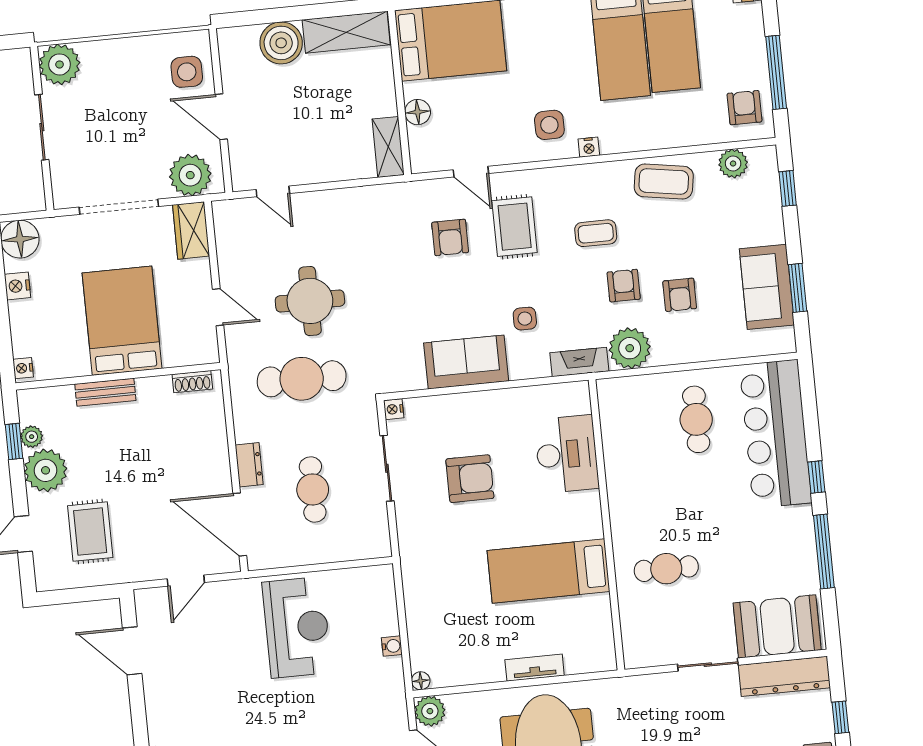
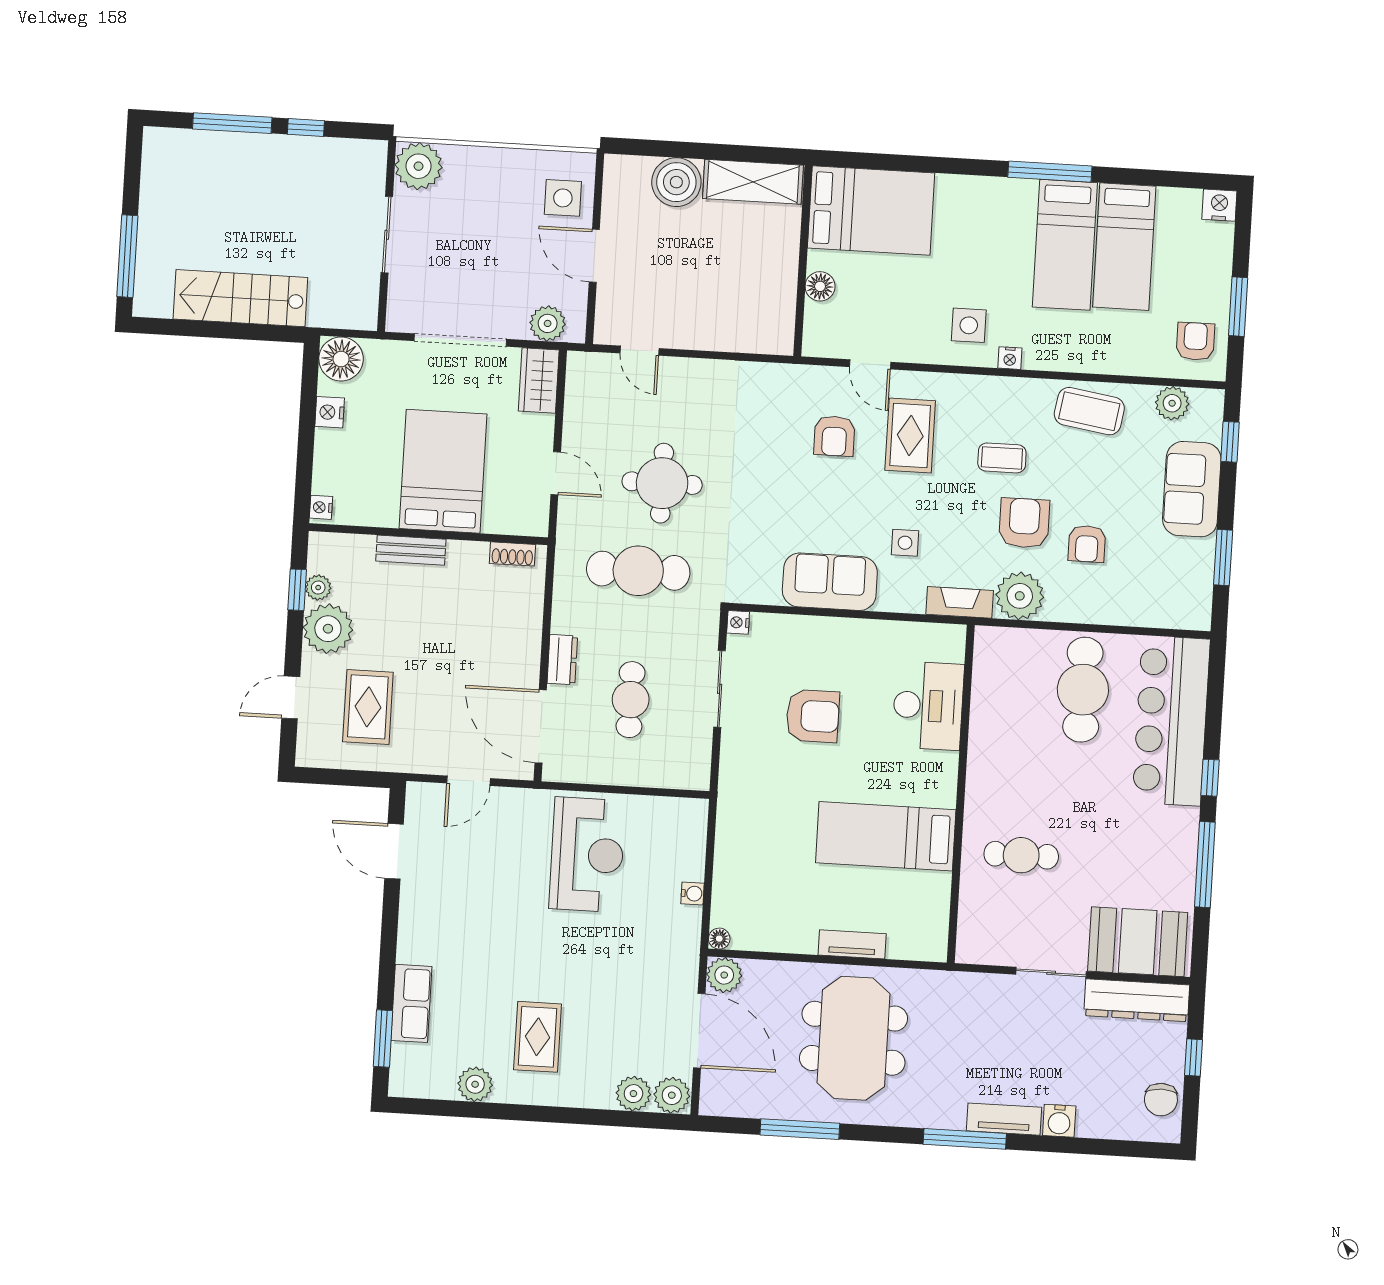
window: (776, 72) -> (1238, 307), width x0.69
shelving: (388, 147) -> (780, 321), removed
plant: (190, 175) -> (548, 323), width x0.73, depth x0.73
armchair: (624, 286) -> (1024, 523), width x1.38, depth x1.38
sofa: (767, 287) -> (1192, 489), moved
cafe table: (696, 419) -> (1083, 690), width x1.37, depth x1.35

